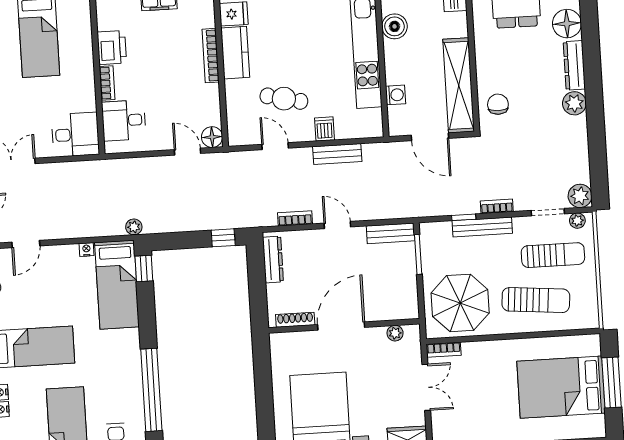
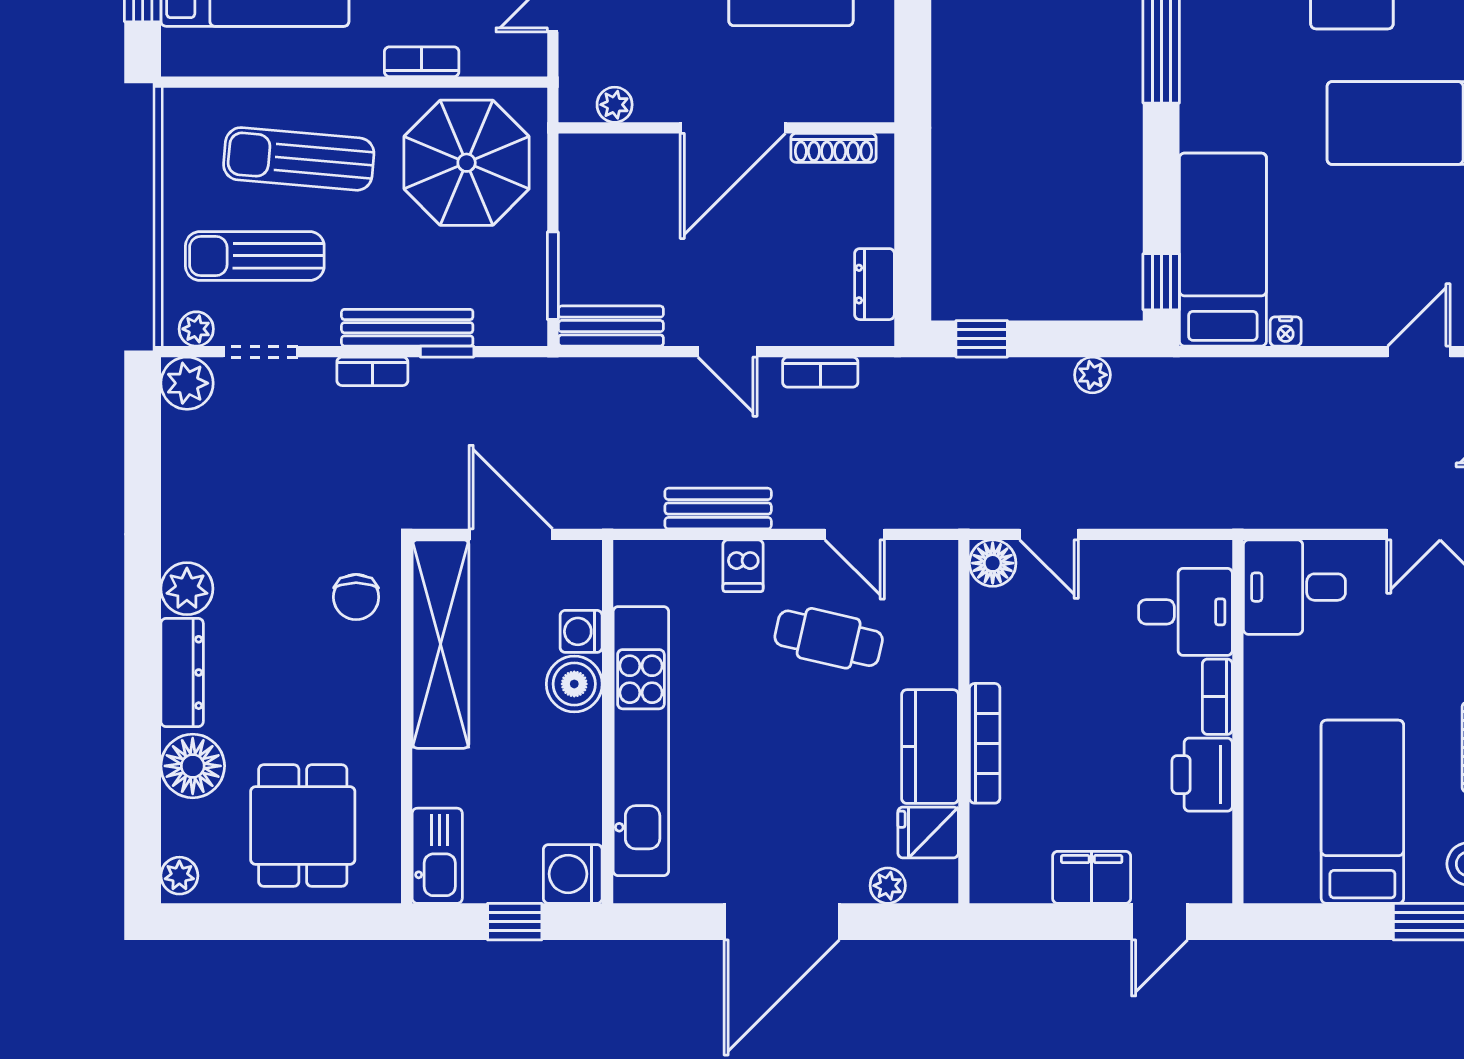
boiler: (395, 26) -> (574, 684), moved
plant: (134, 227) -> (1092, 375), moved
dresser: (273, 259) -> (875, 284), width x0.70
bookcase: (444, 350) -> (422, 62), moved

